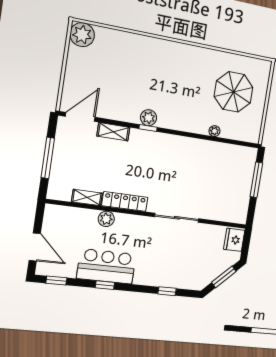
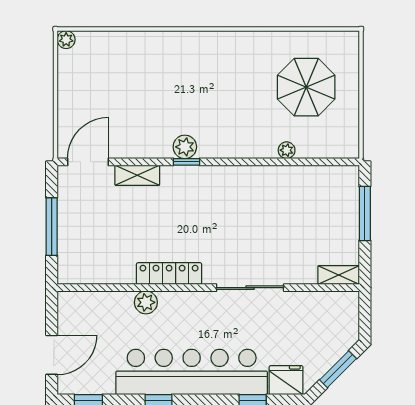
plant: (82, 35) -> (66, 40), width x0.53, depth x0.53
shelving: (87, 197) -> (339, 275), moved
fridge: (234, 240) -> (286, 380), moved, turned 90
door: (35, 247) -> (52, 355), hinge flipped
bar counter: (106, 266) -> (192, 372), width x1.86

